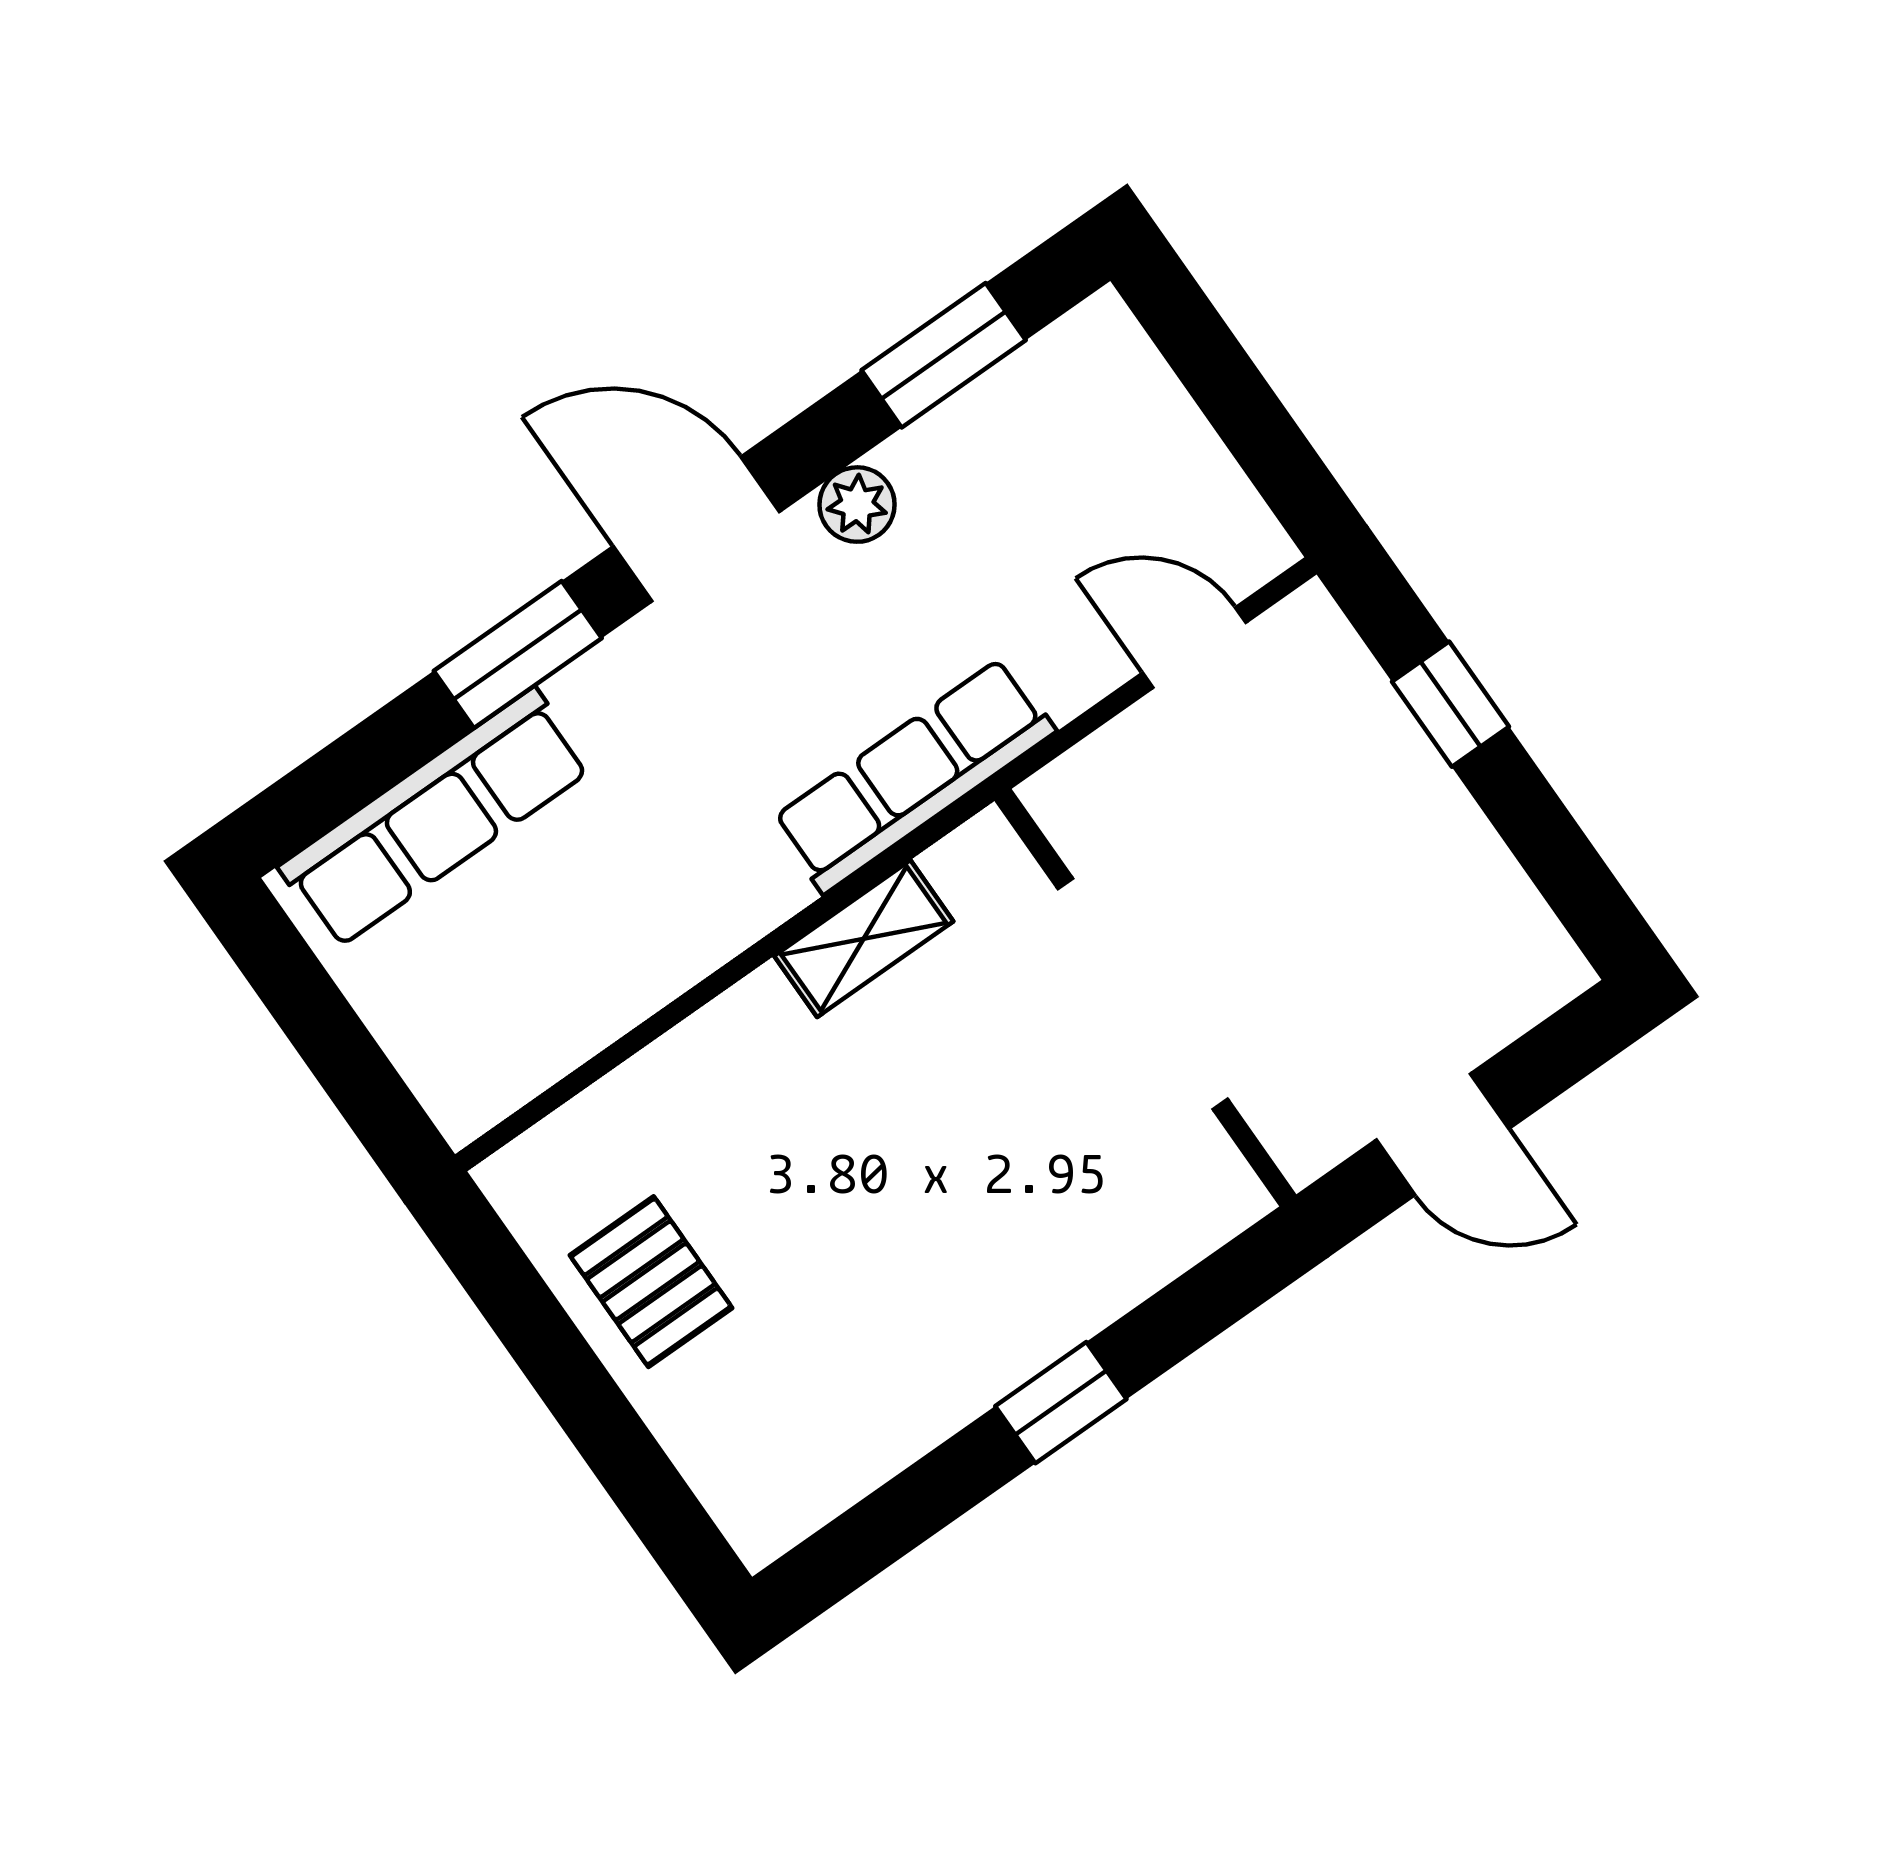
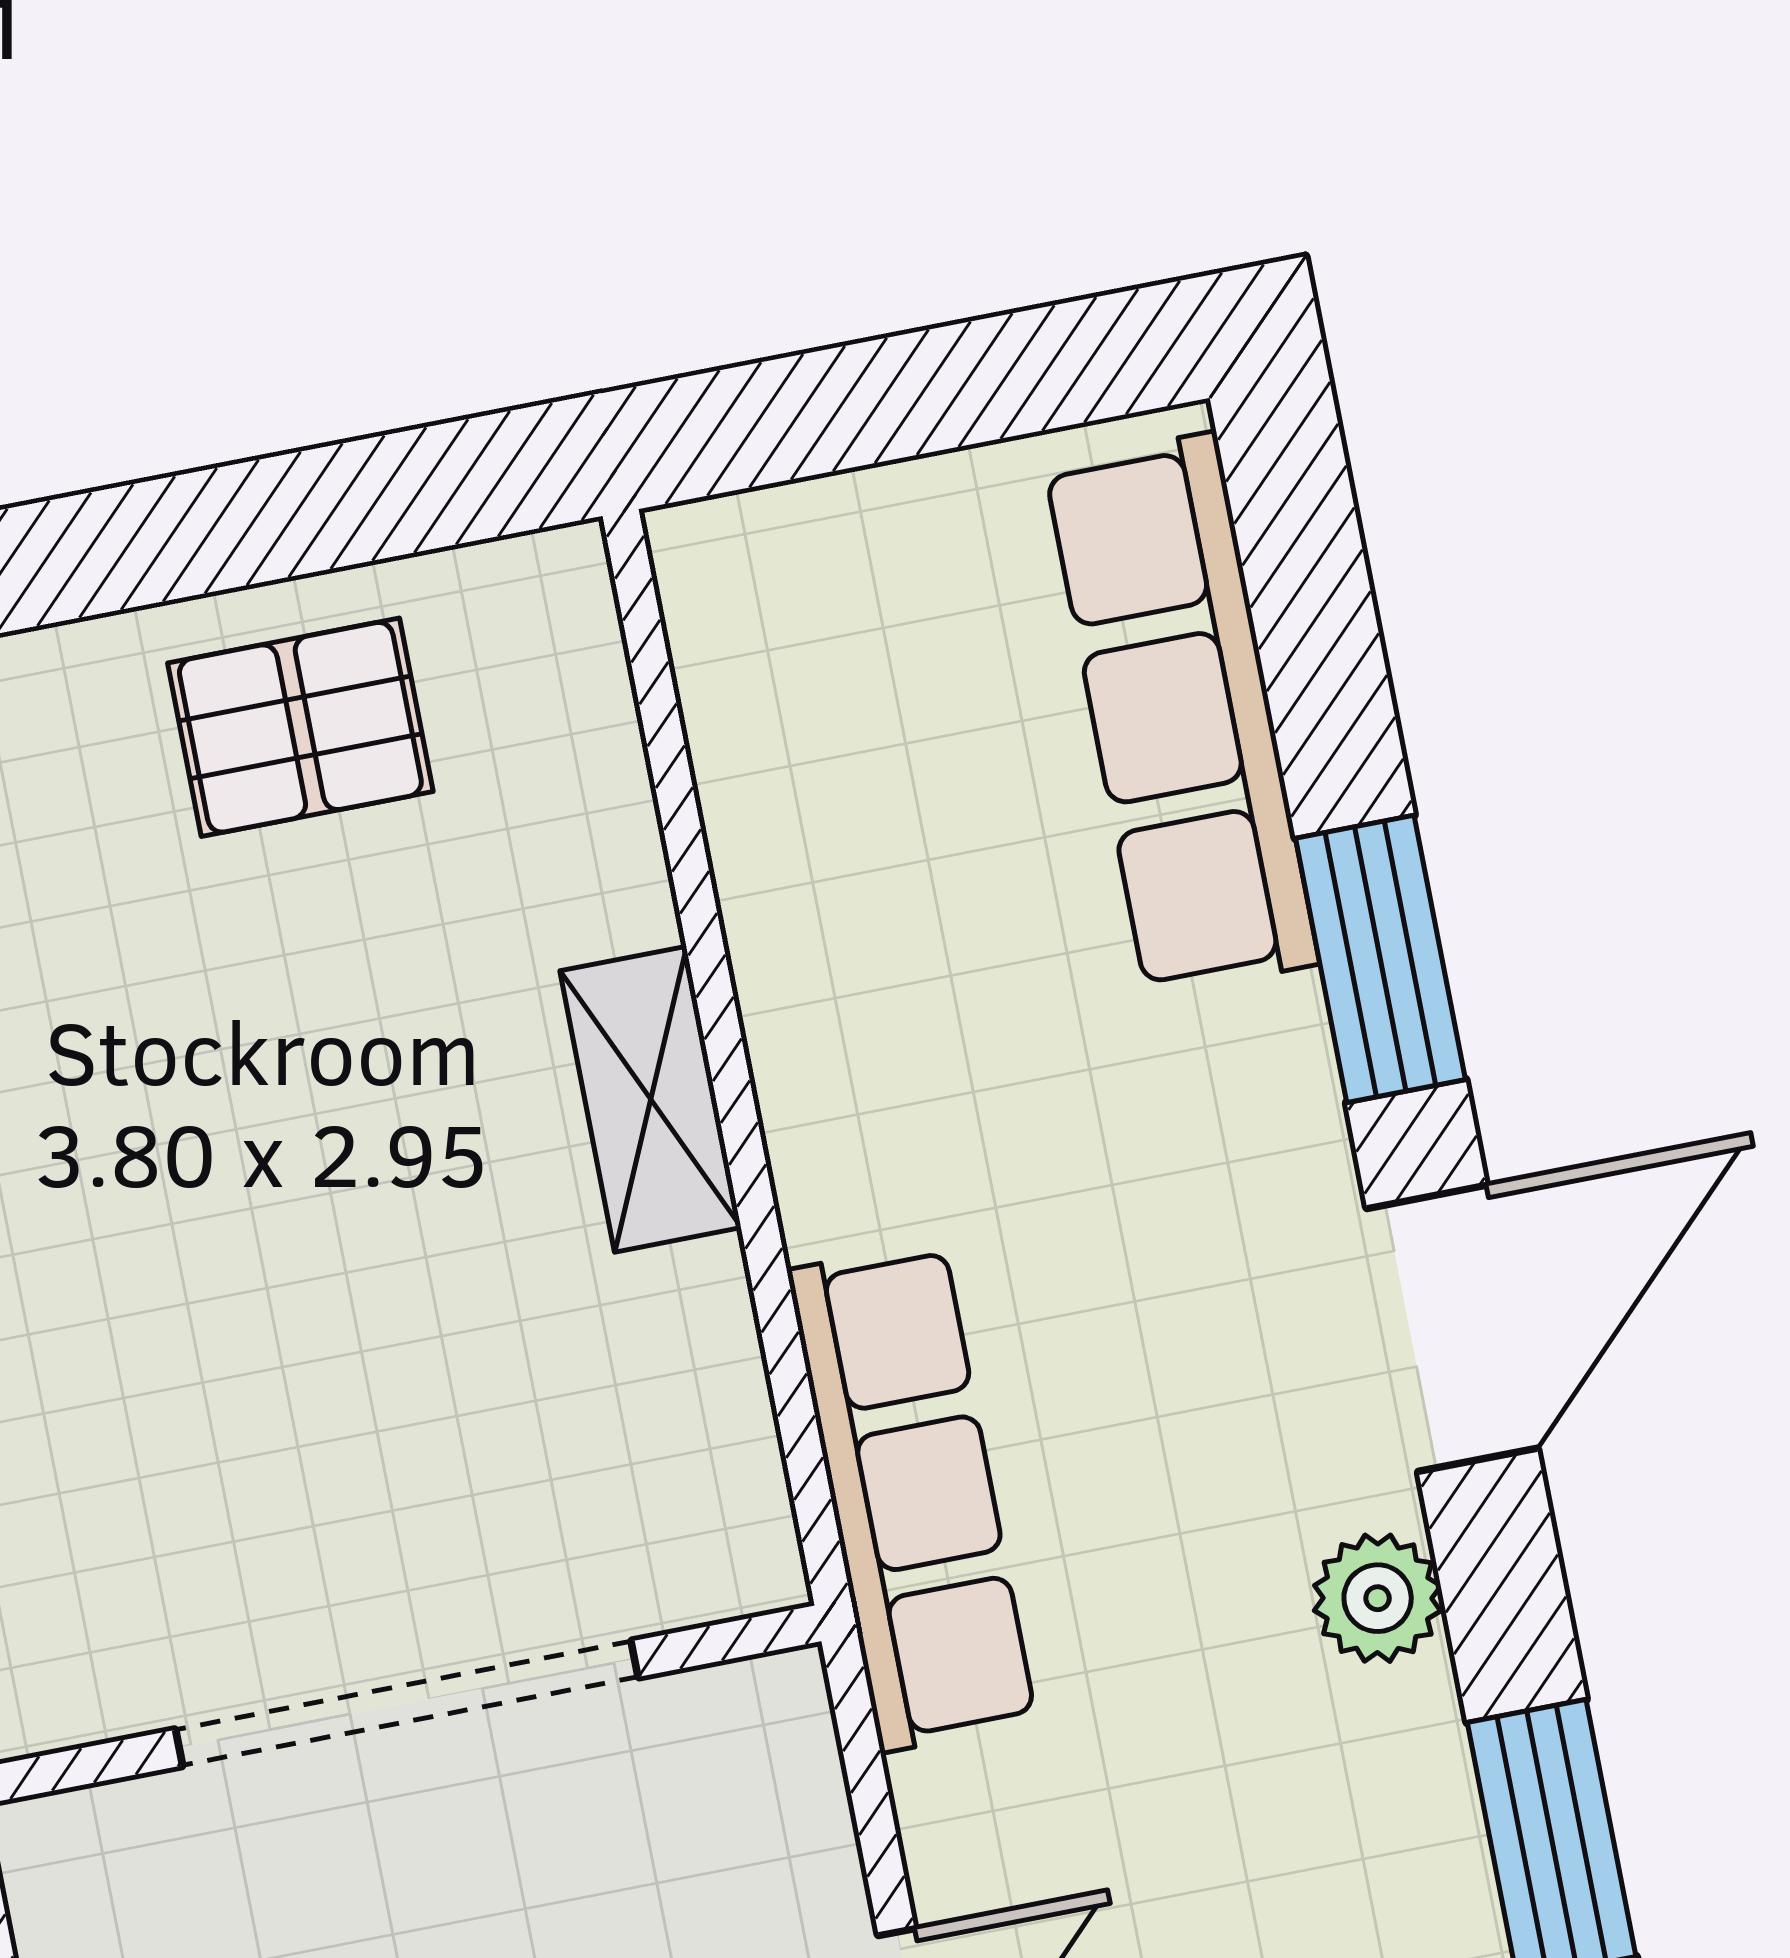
shelving: (864, 939) -> (651, 1099), moved

